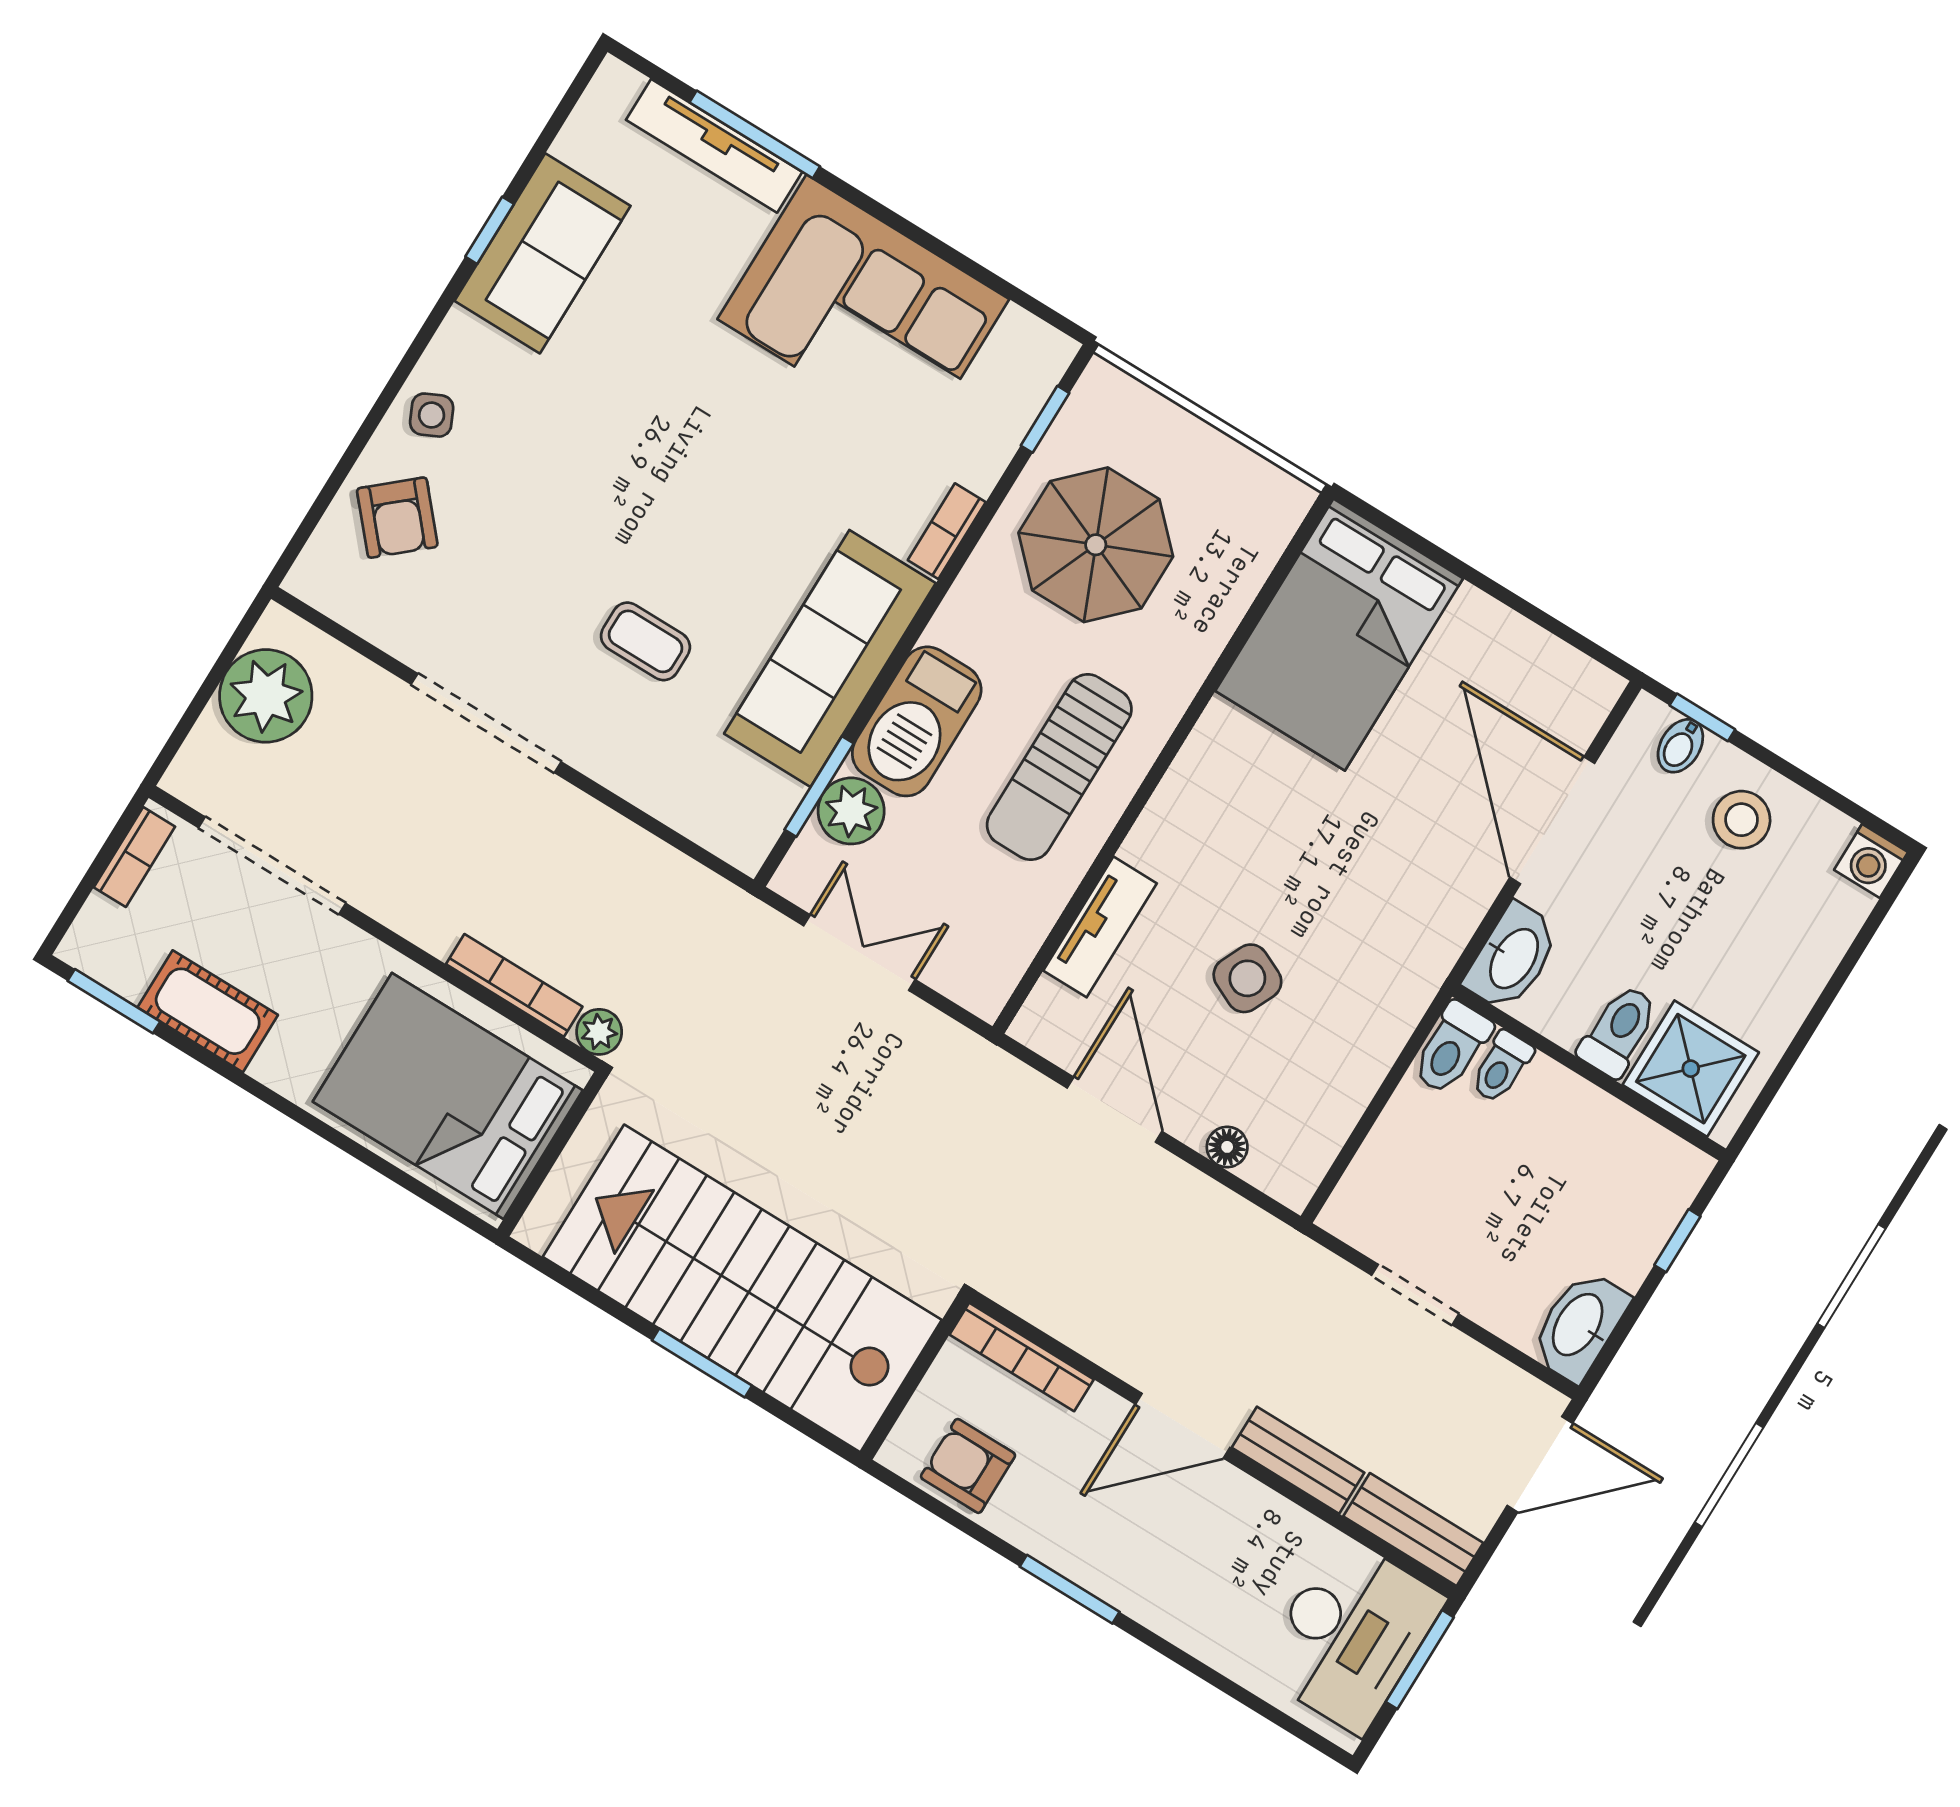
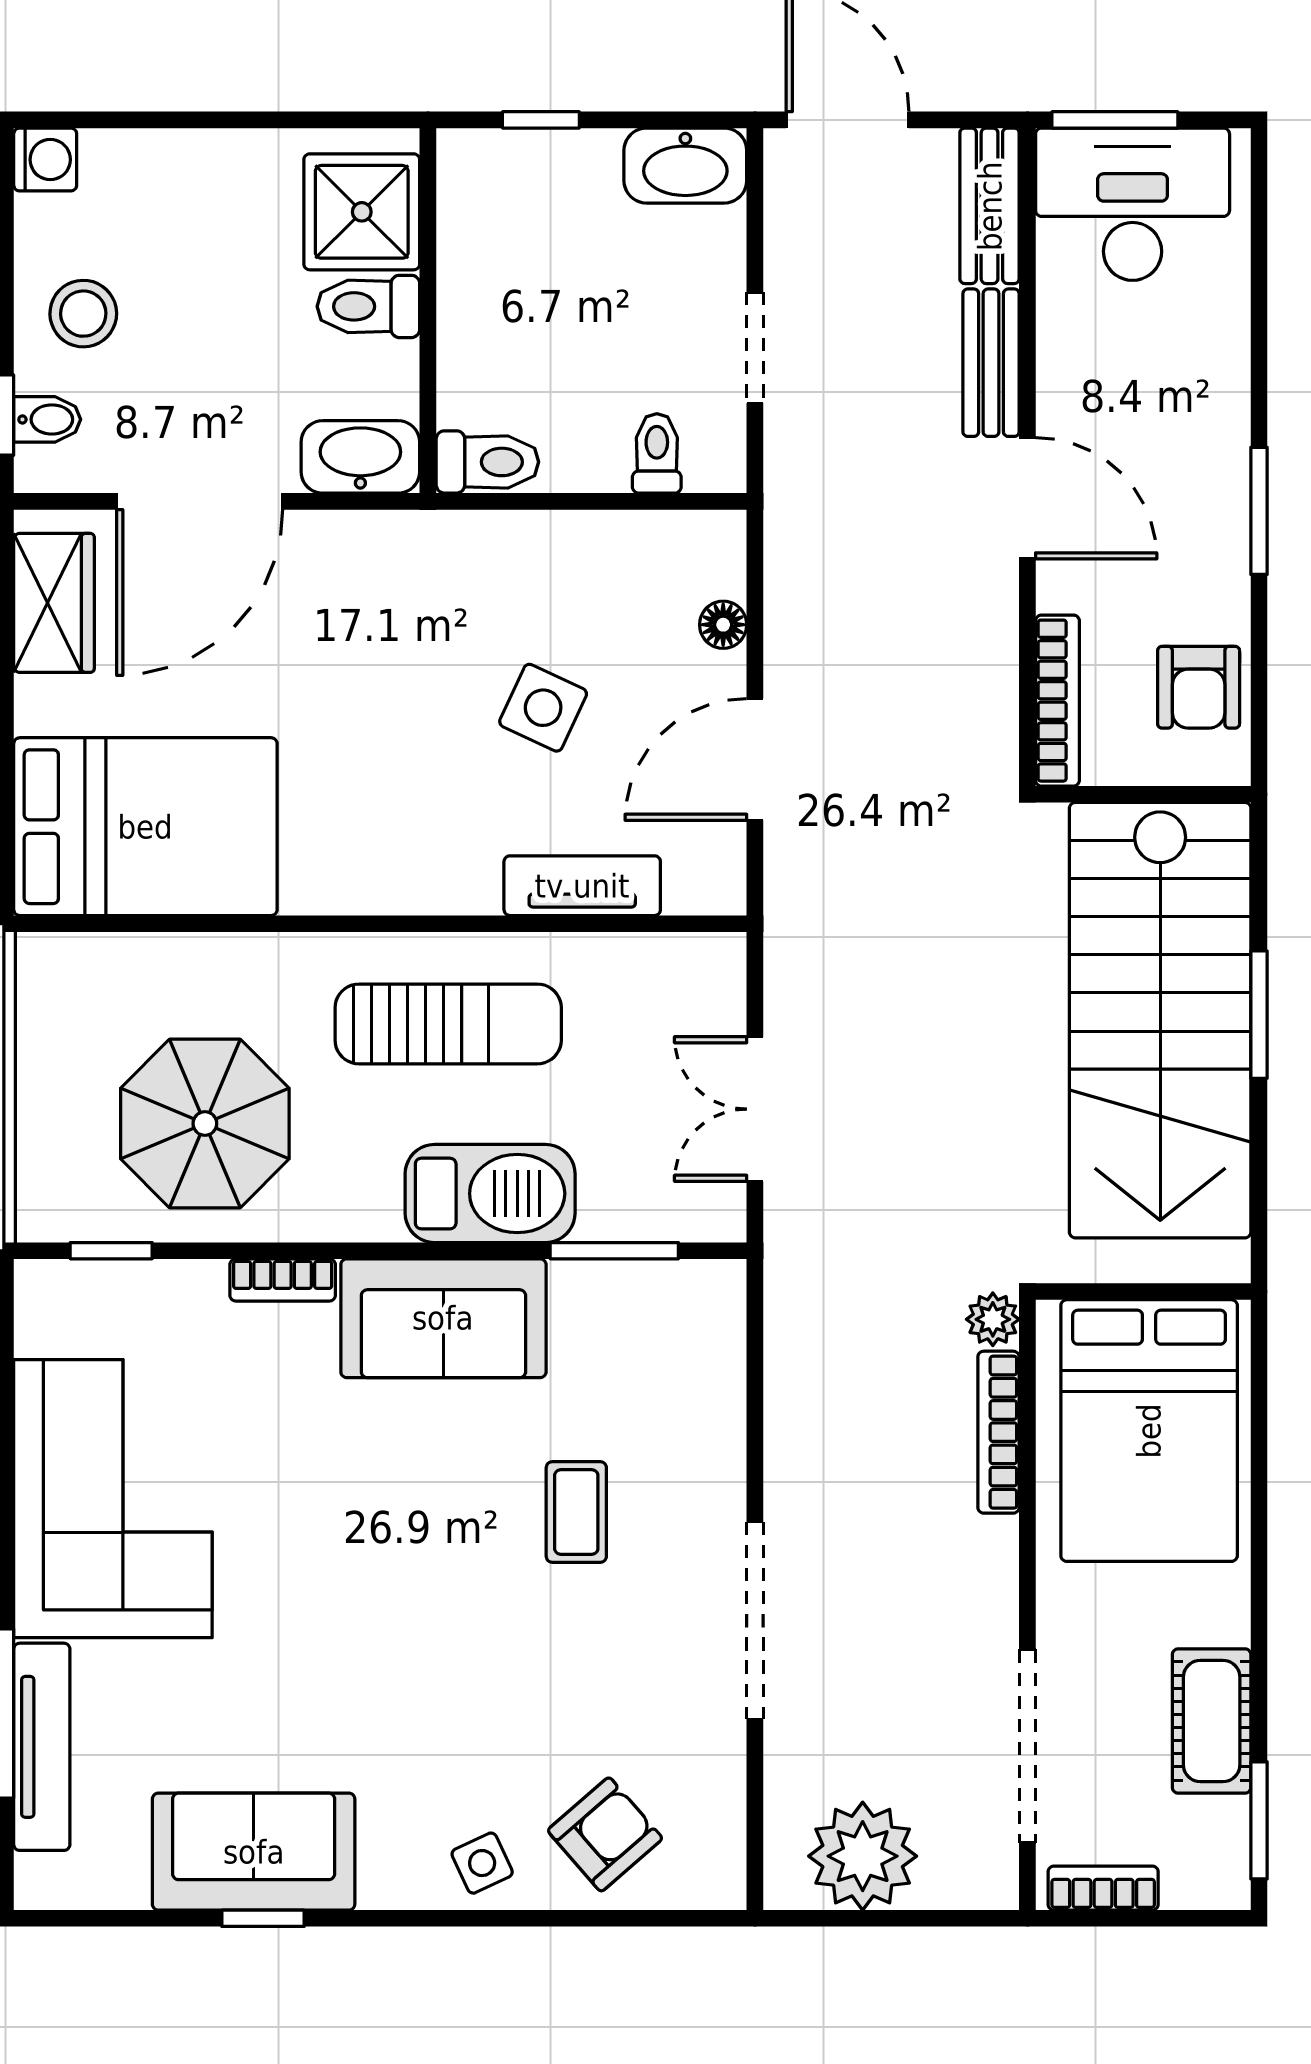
sofa: (830, 658) -> (443, 1318), width x0.73
wardrobe: (1544, 668) -> (54, 603), added
plant: (851, 811) -> (619, 1204), removed
toilet: (1502, 1067) -> (657, 453), moved, turned -90

